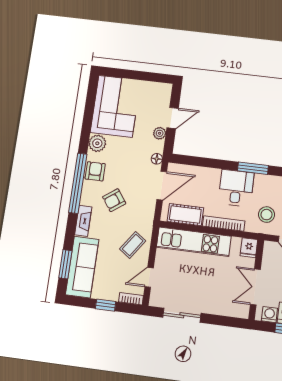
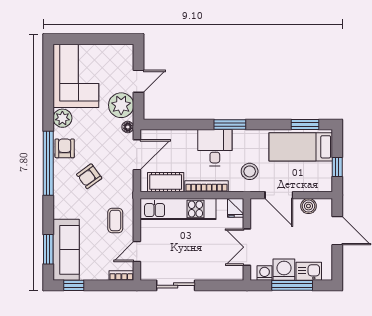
plant: (160, 133) -> (121, 105), width x1.87, depth x1.87
fireplace: (83, 221) -> (60, 202), removed
coffee table: (133, 245) -> (115, 220), turned -35
window: (106, 305) -> (74, 285), moved

